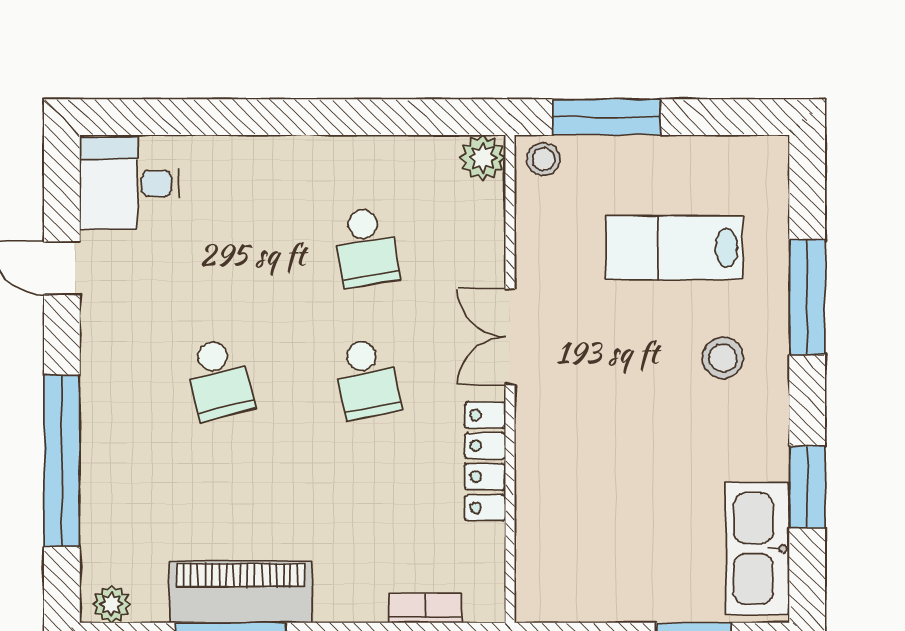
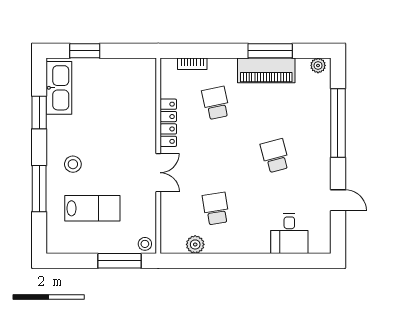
plant: (483, 158) -> (195, 244), moved
desk: (130, 184) -> (289, 234), moved, turned 90
school desk: (366, 379) -> (216, 103), moved

